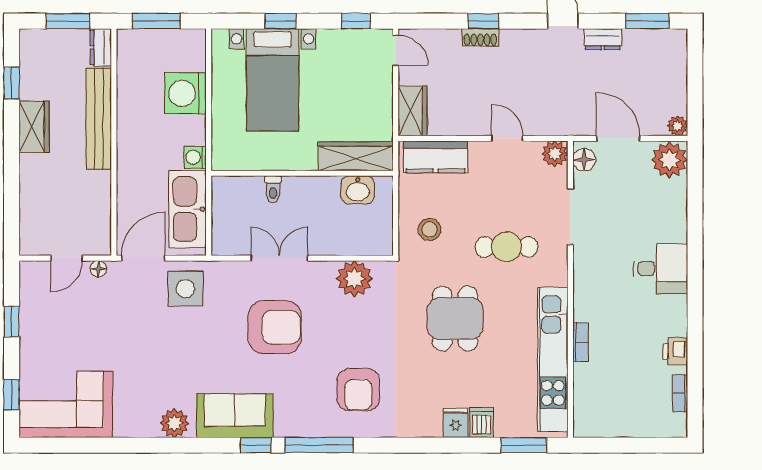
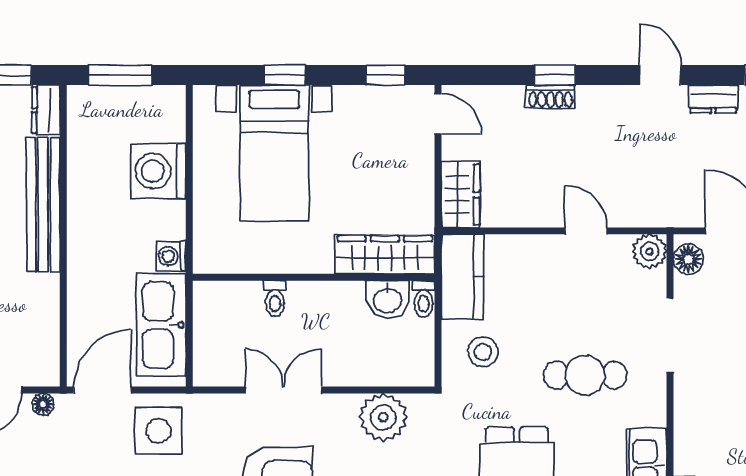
kitchen counter: (436, 157) -> (462, 277), moved, turned -90
toilet: (385, 189) -> (423, 299), added

